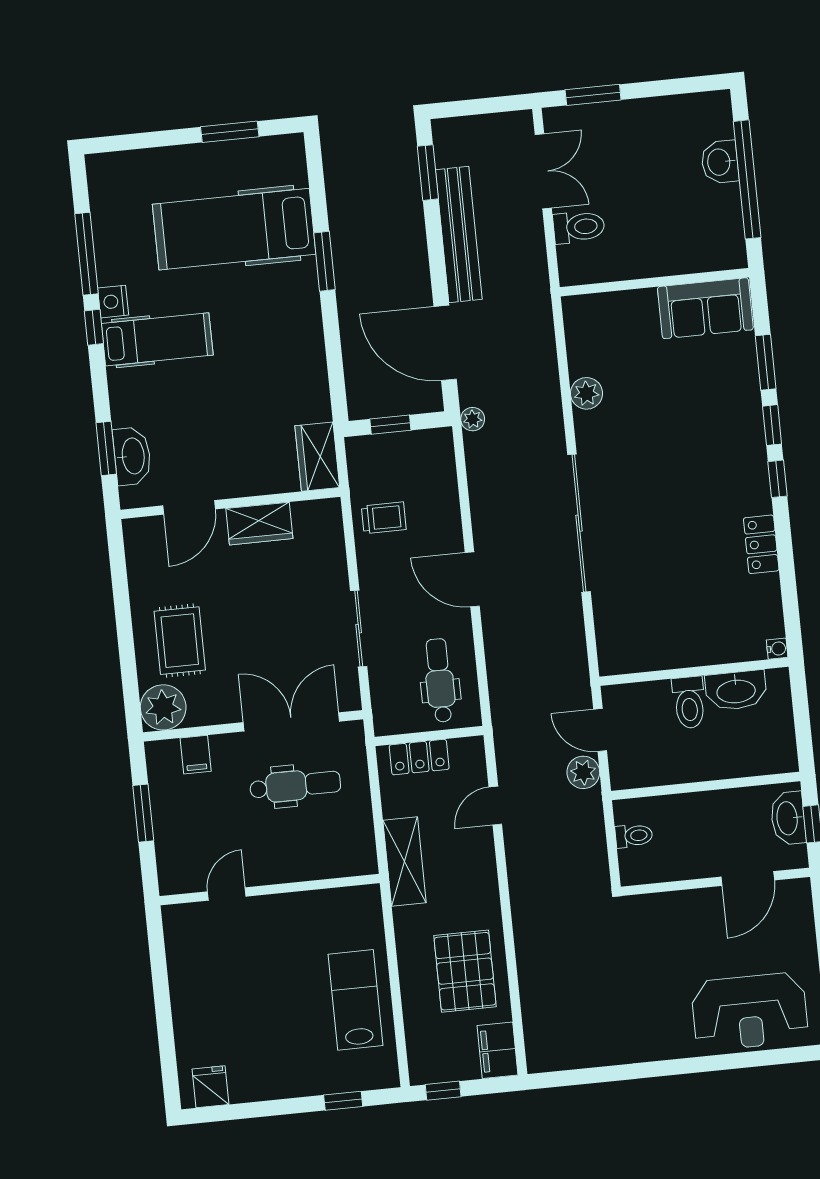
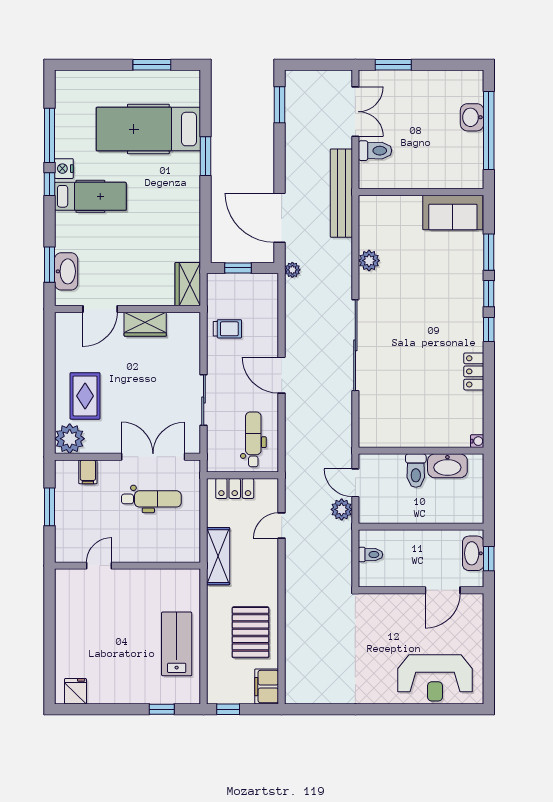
bench: (459, 235) -> (341, 193), moved

